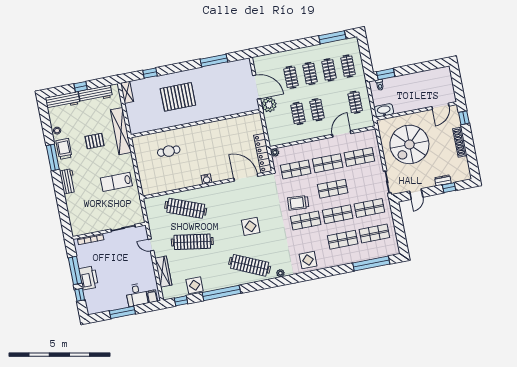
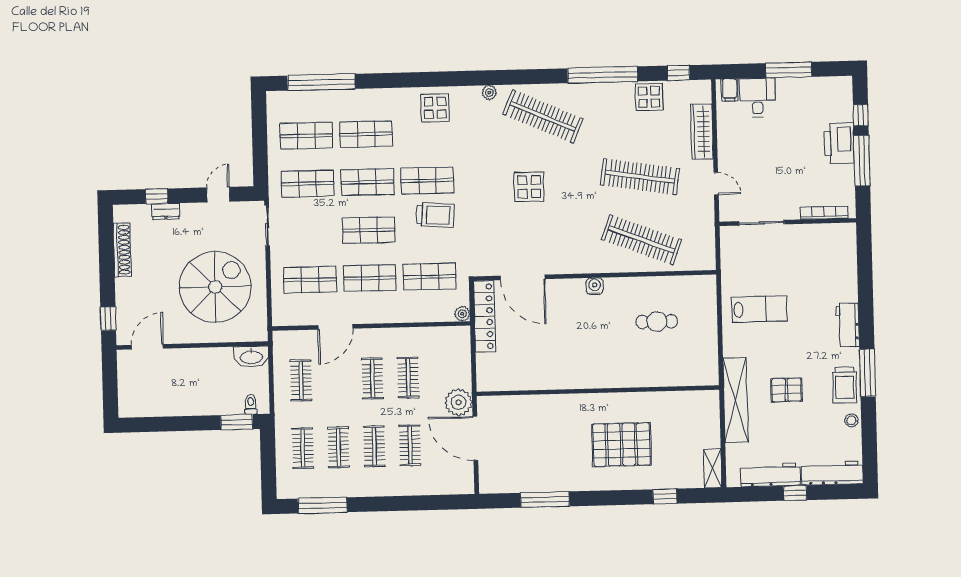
shoe rack: (460, 142) -> (122, 250), moved
cafe table: (169, 151) -> (657, 322), moved

